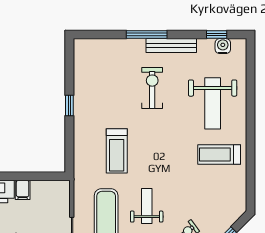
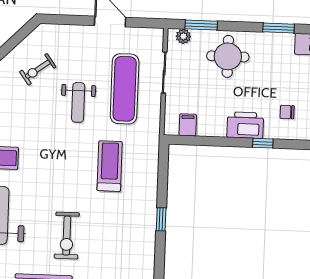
filing cabinet: (23, 190) -> (188, 125), moved

